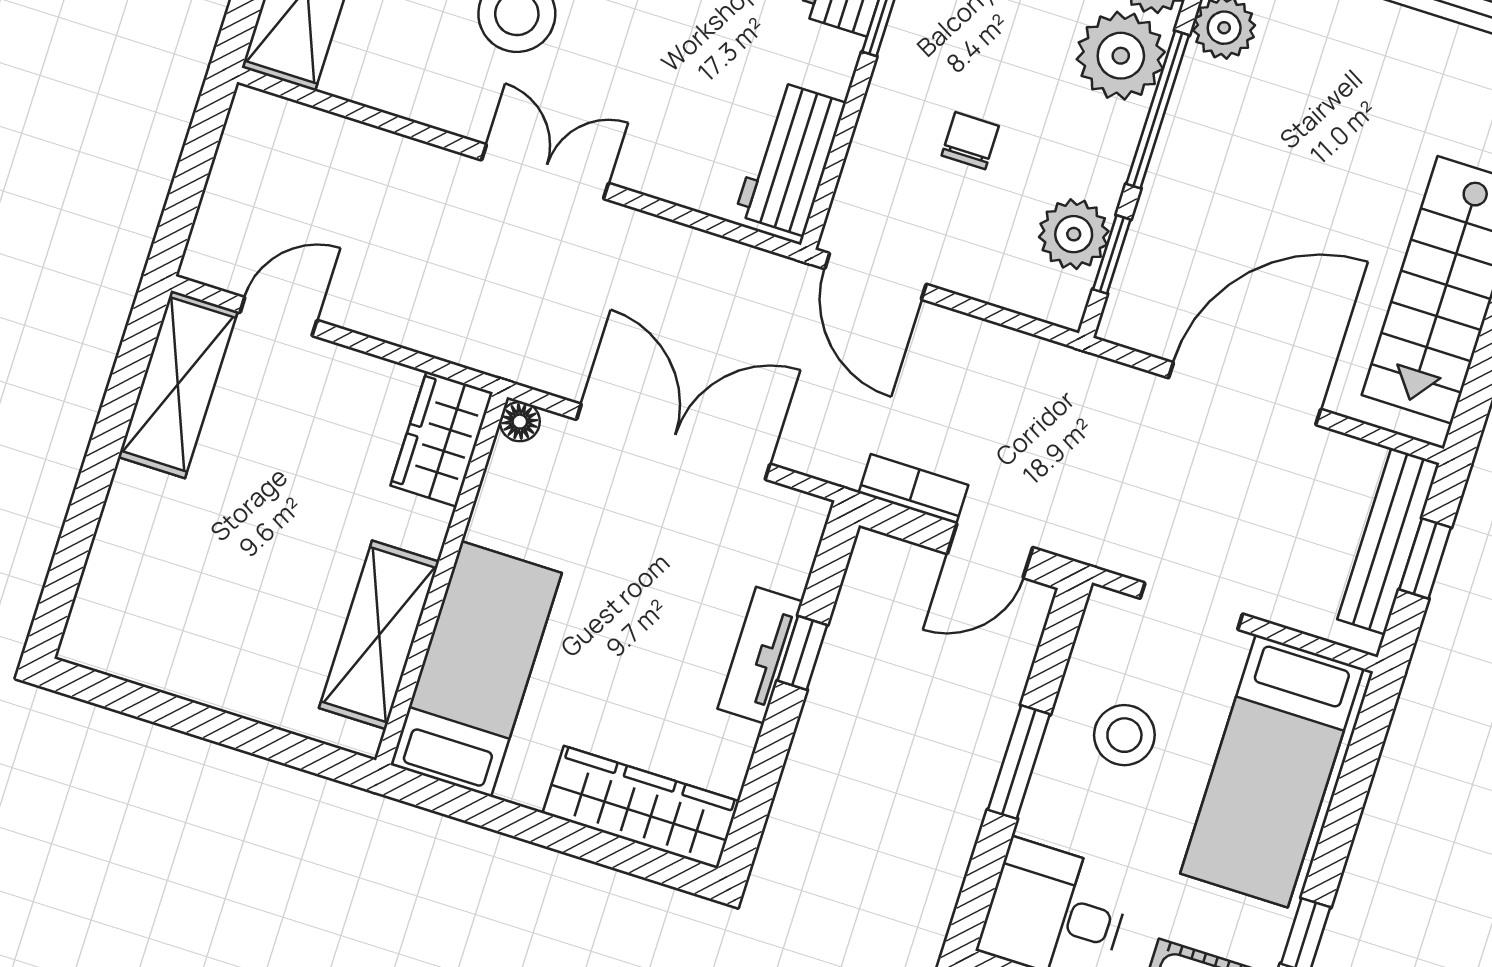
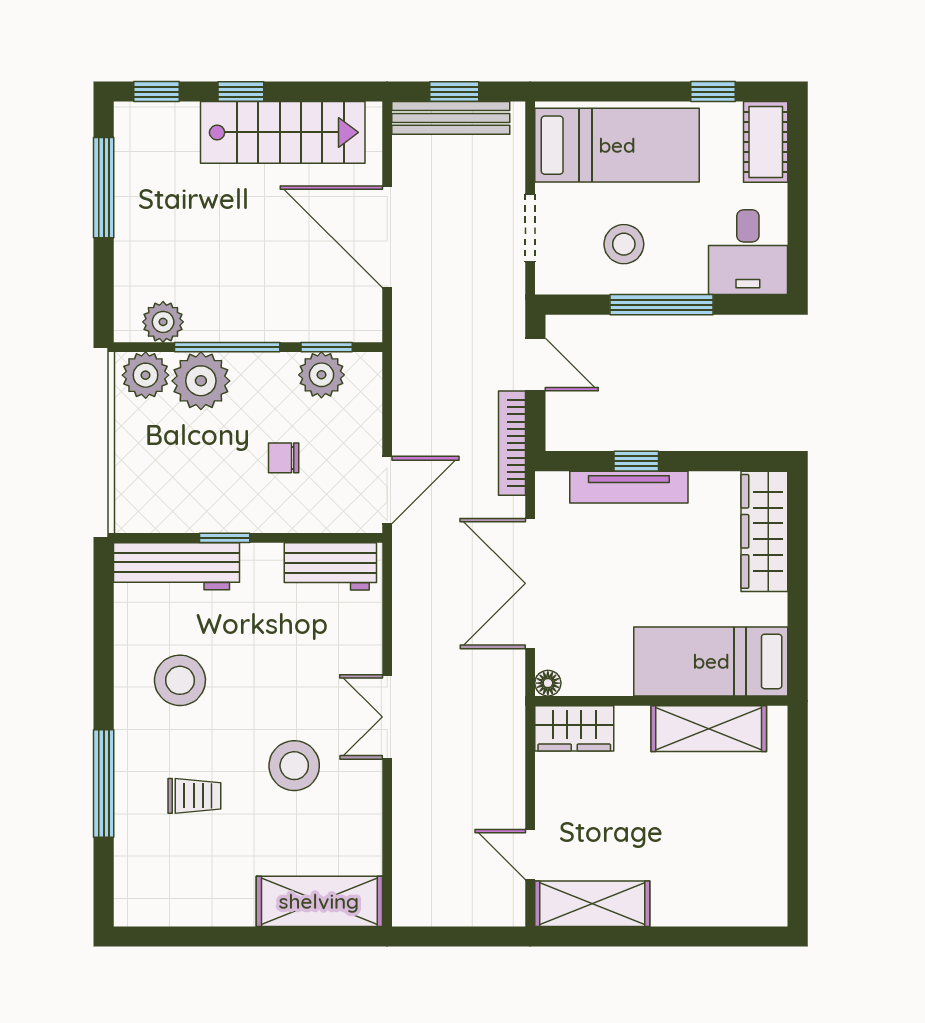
bookcase: (914, 489) -> (512, 443), width x1.56
tv unit: (760, 655) -> (629, 487), width x1.41
window: (1019, 762) -> (661, 305), width x1.44

